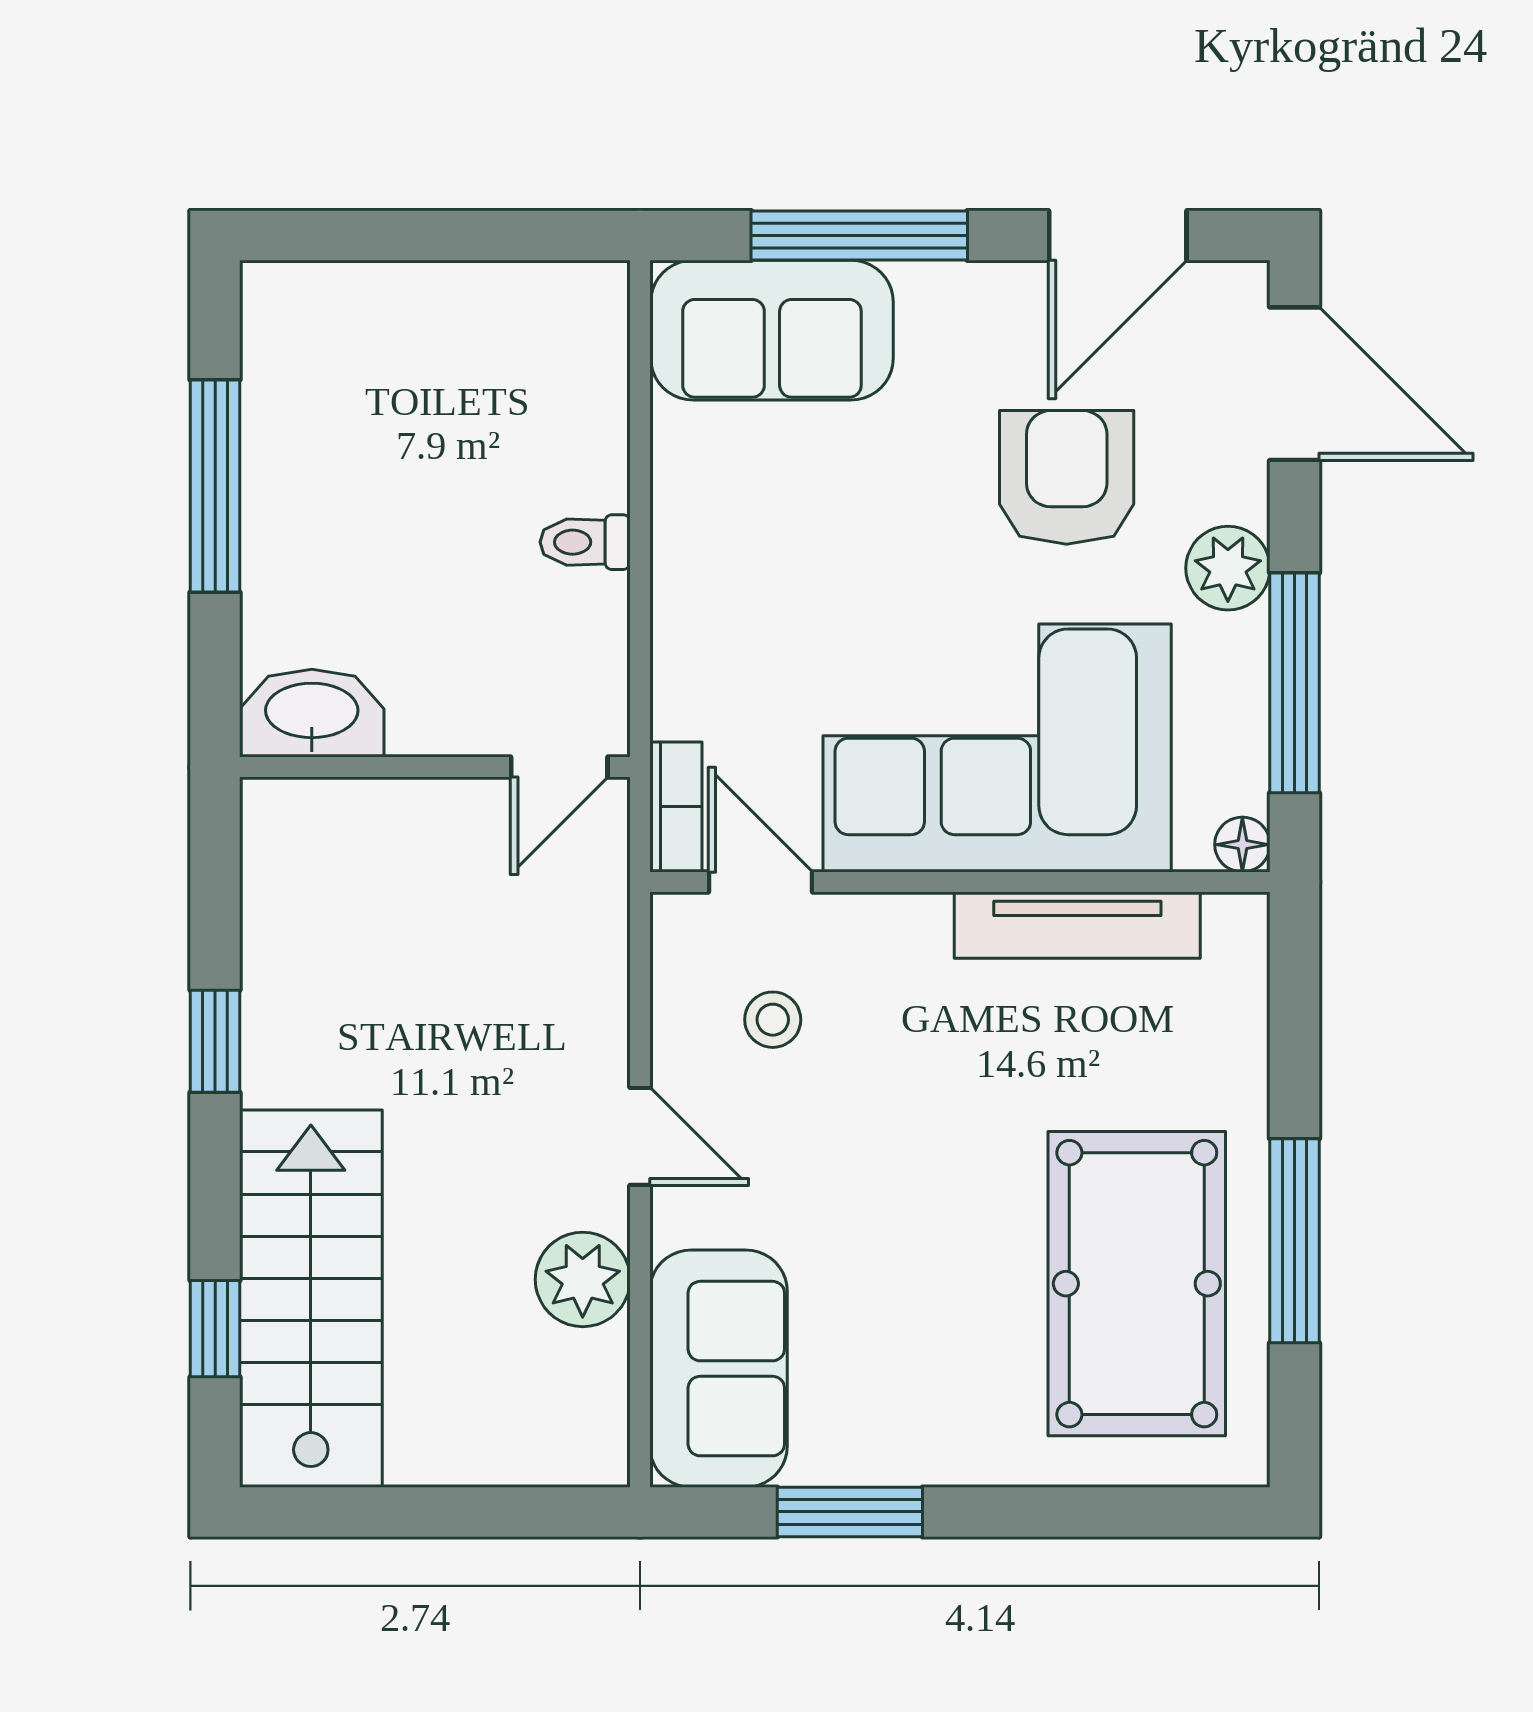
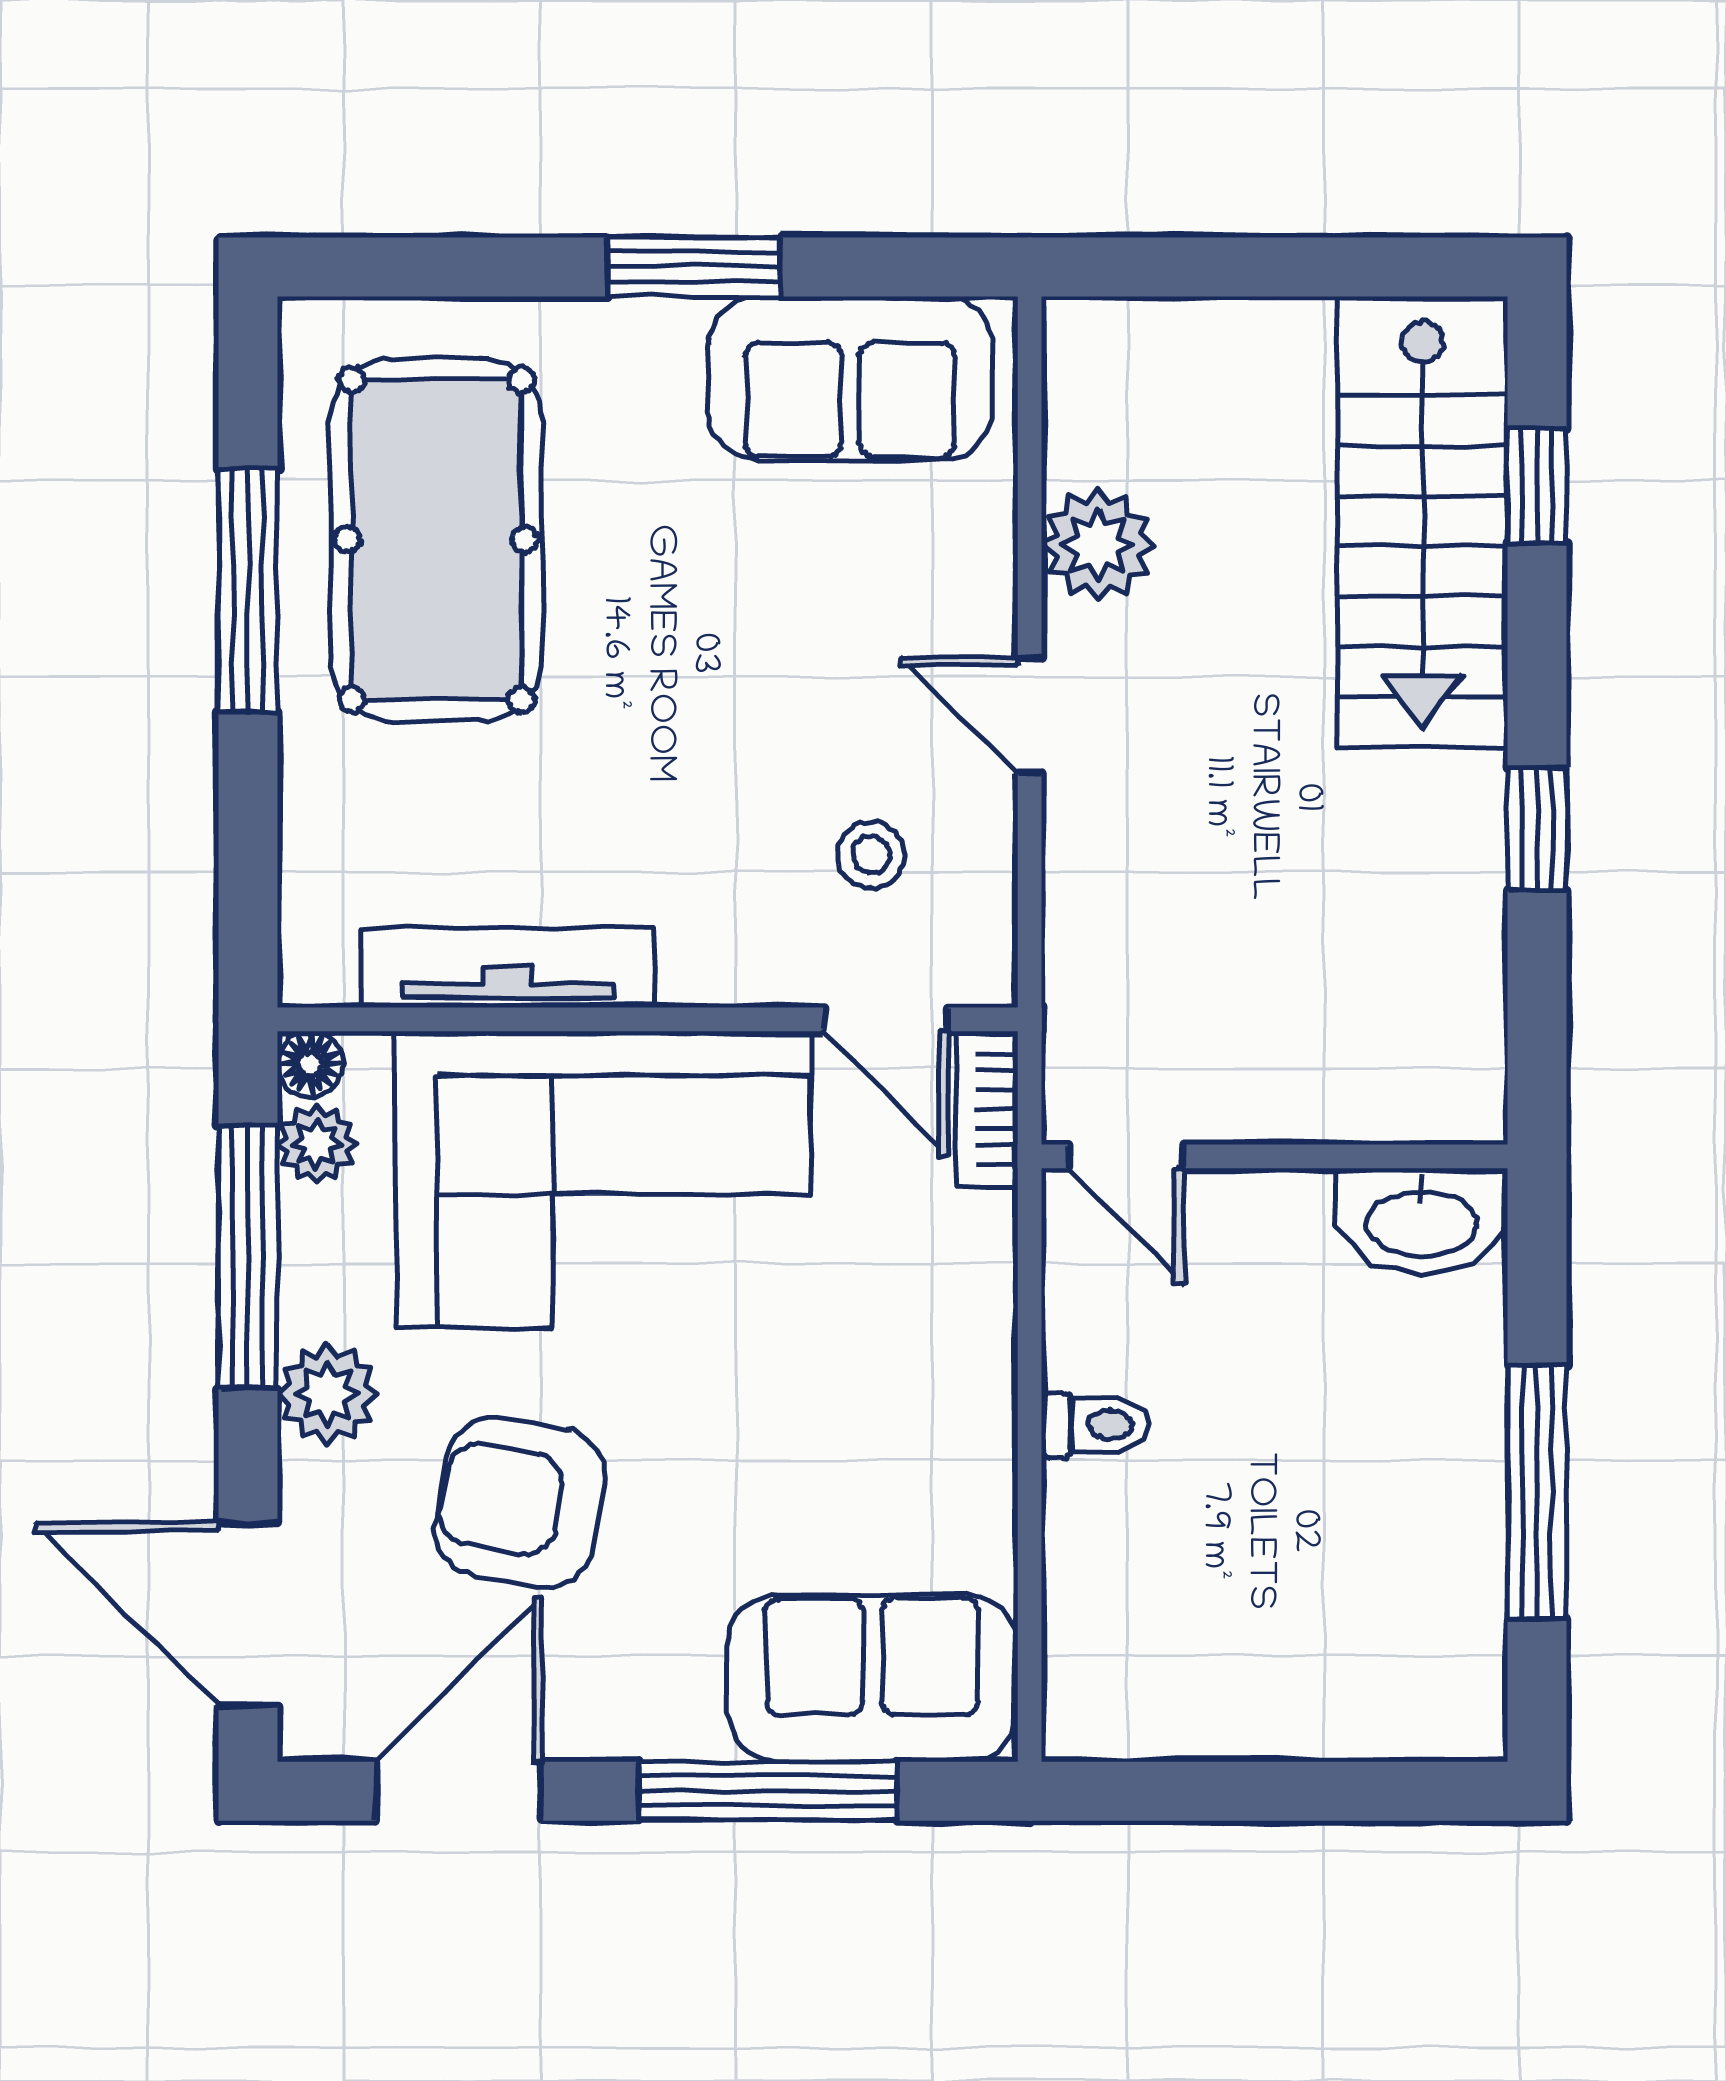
armchair: (1067, 477) -> (520, 1502), turned 100
door: (559, 767) -> (1126, 1156), swing flipped
plant: (1237, 777) -> (317, 1144), added
sofa: (718, 1369) -> (850, 378), moved, turned -90
window: (850, 1512) -> (694, 267), moved

